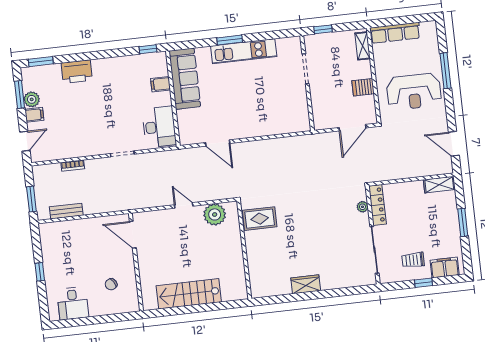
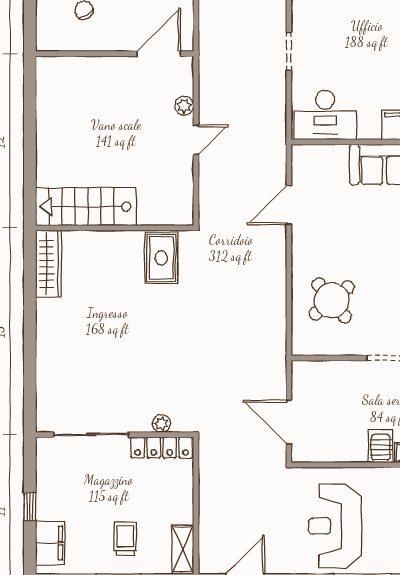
server rack: (363, 87) -> (381, 446), moved
round table: (274, 110) -> (332, 300), added
plant: (215, 214) -> (184, 106), moved, width x0.53, depth x0.53
trolley: (413, 260) -> (125, 538), moved
wardrobe: (306, 284) -> (49, 264), moved, width x1.50
stairs: (189, 294) -> (86, 207), moved, turned -90

